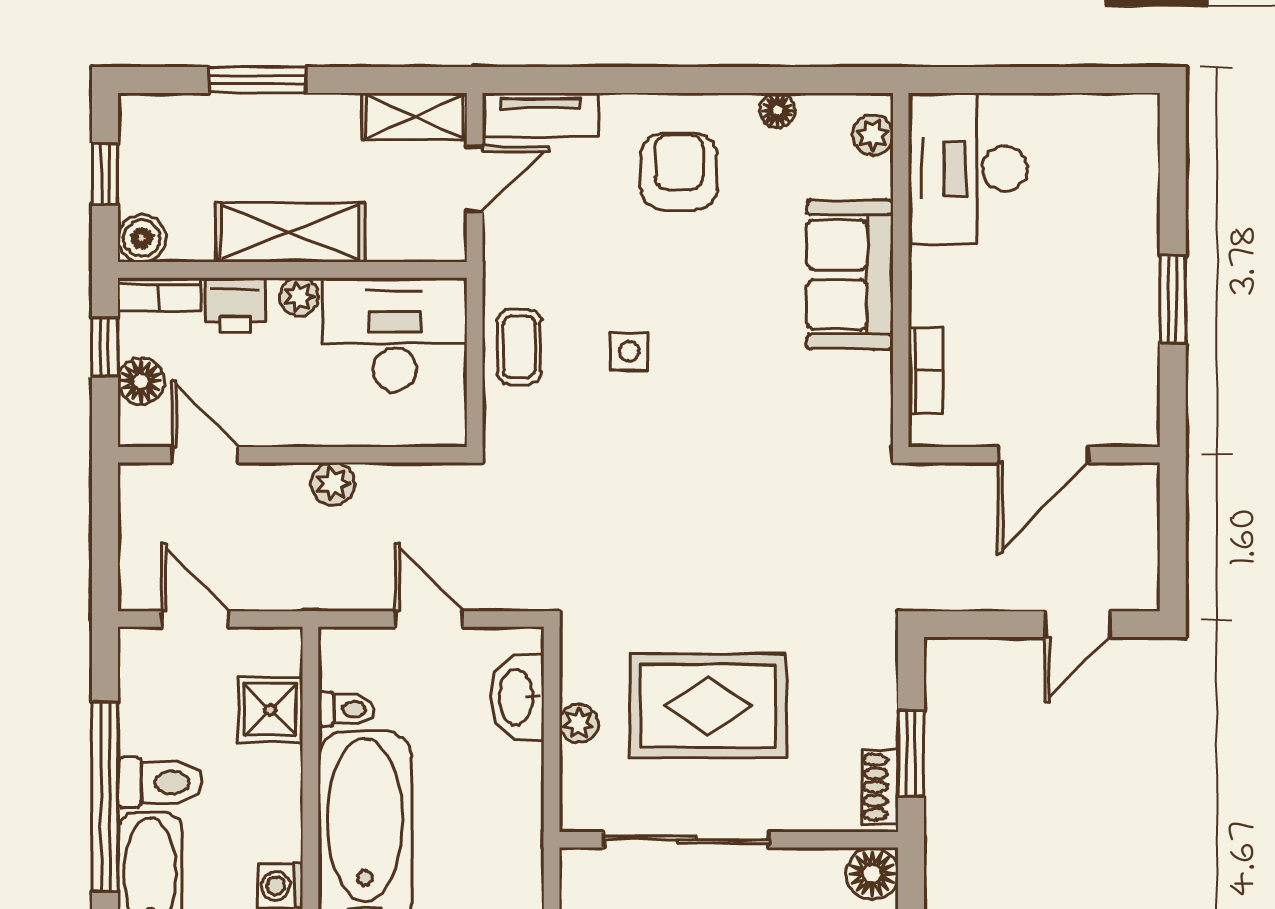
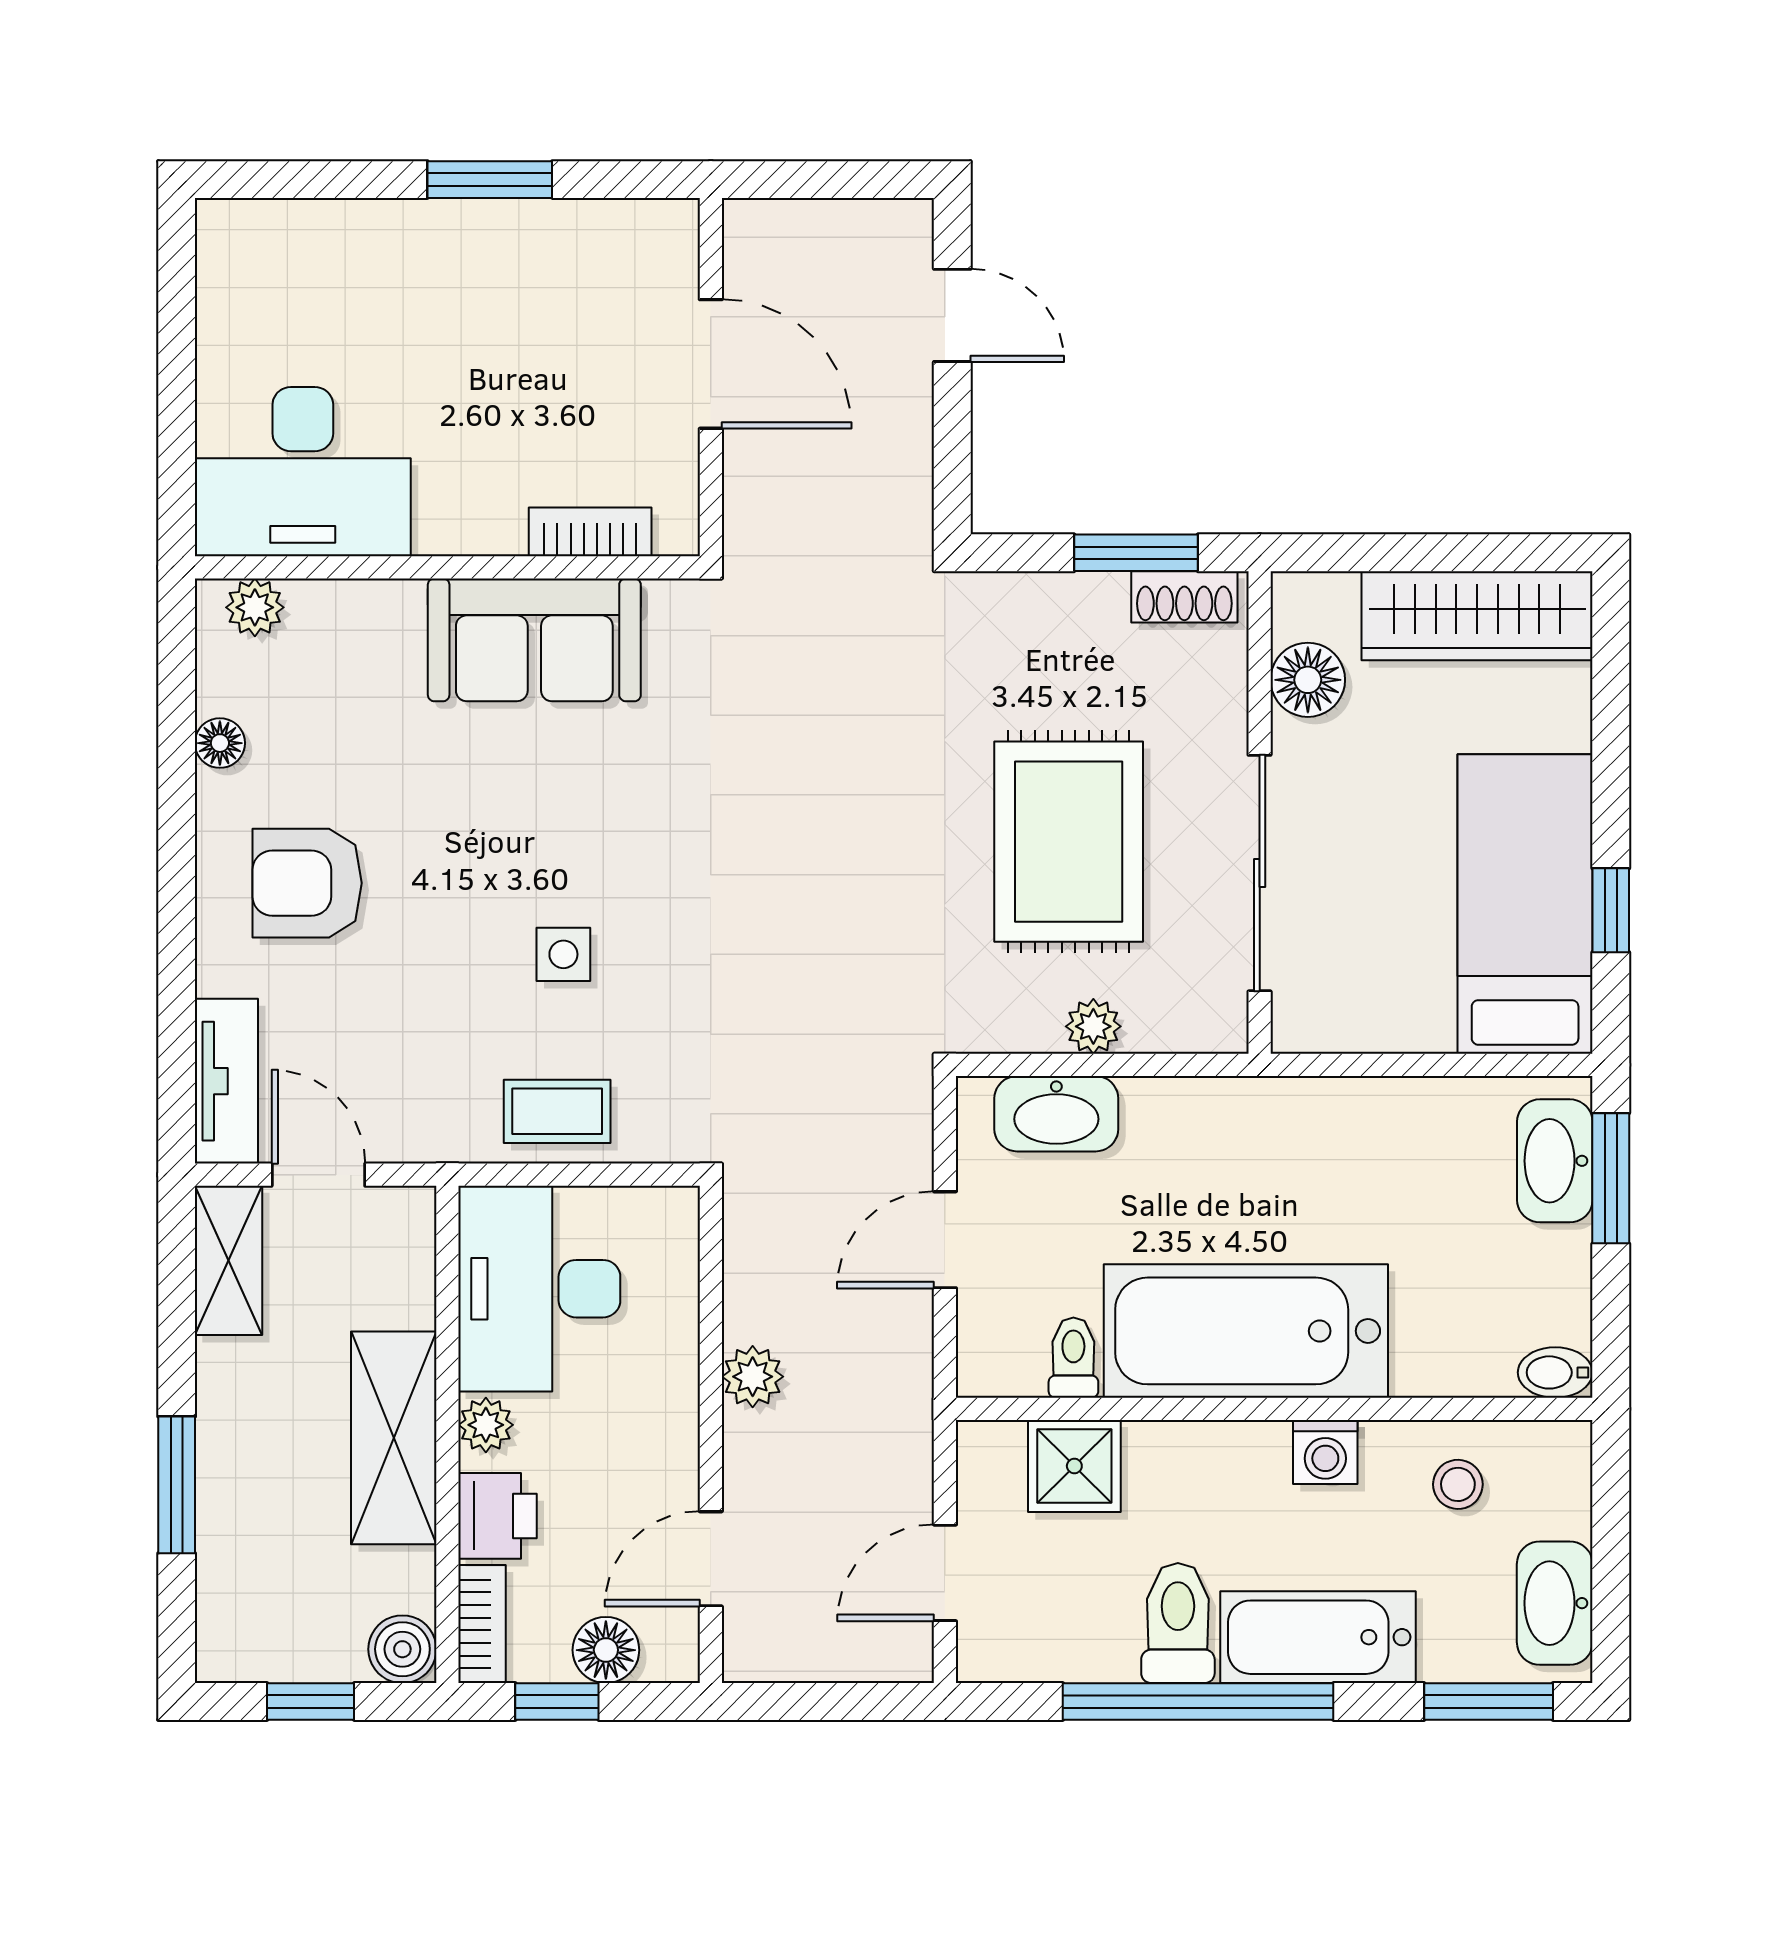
sofa: (850, 275) -> (534, 640), moved
floor lamp: (872, 874) -> (1308, 680), moved

